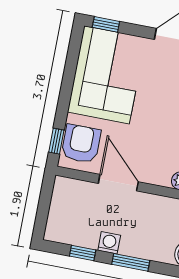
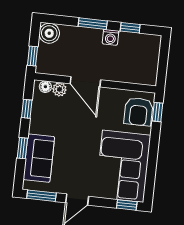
door: (118, 183) -> (85, 82), moved

